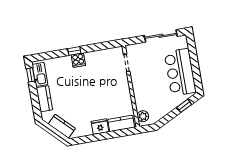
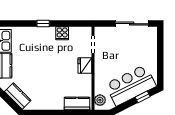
cooker: (78, 60) -> (62, 33), moved
bar counter: (180, 72) -> (131, 85), moved, turned 63
fridge: (100, 127) -> (85, 65), moved, turned -90

